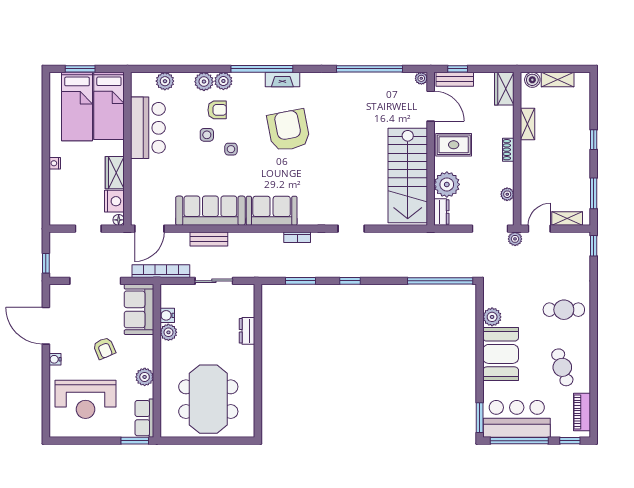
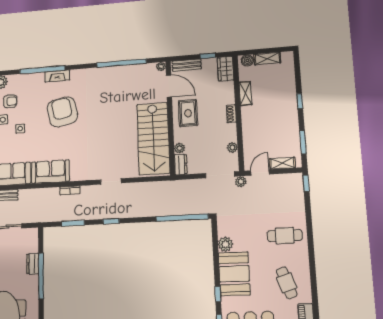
window: (458, 69) -> (208, 56), moved
plant: (223, 81) -> (15, 81), removed
rug: (454, 145) -> (188, 113), turned 90
plant: (447, 184) -> (180, 148), width x0.53, depth x0.53
window: (258, 347) -> (41, 276), added
window: (480, 378) -> (218, 294), added

